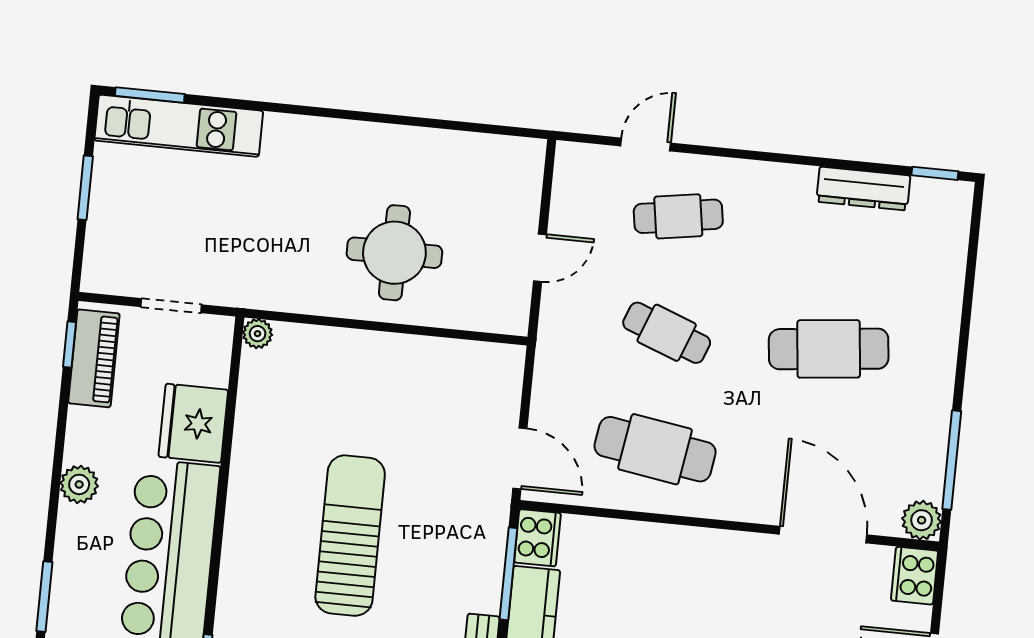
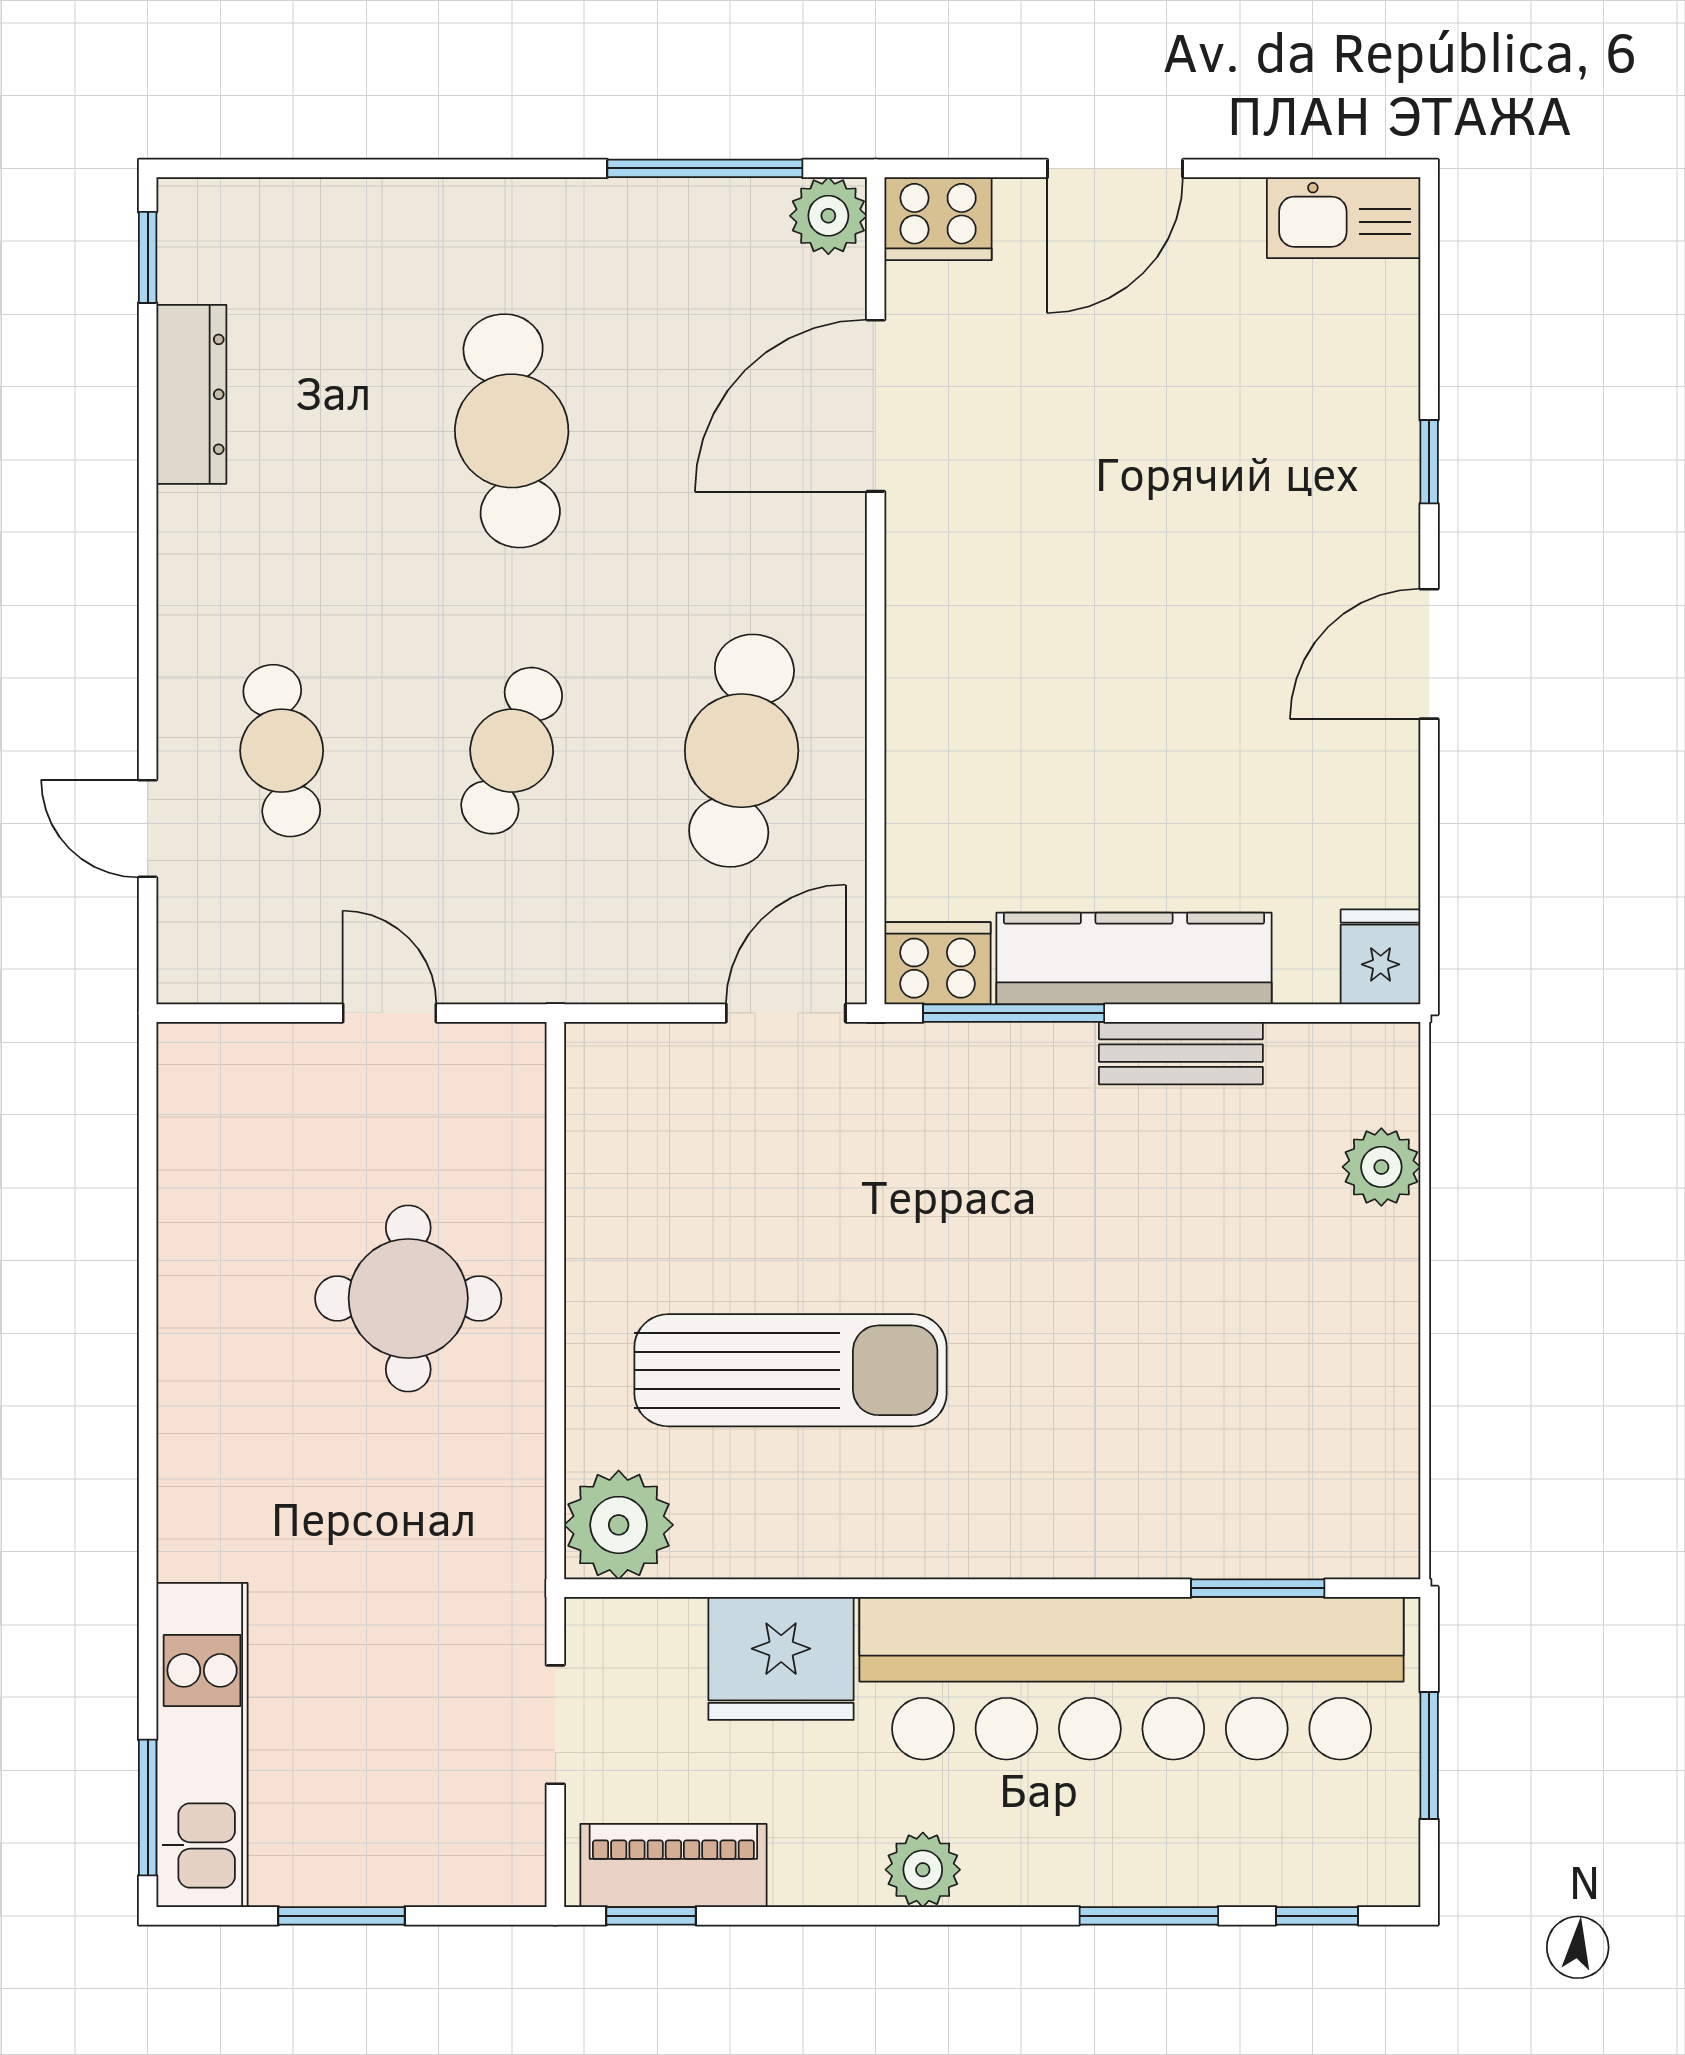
plant: (258, 334) -> (619, 1525), width x1.88, depth x1.88
sun lounger: (350, 536) -> (791, 1370), moved, turned 180

